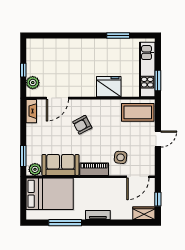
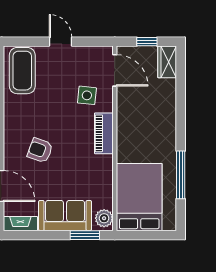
armchair: (82, 125) -> (40, 150), turned 138
sofa: (60, 165) -> (65, 216), moved, turned 90
tv unit: (98, 215) -> (170, 128), removed

